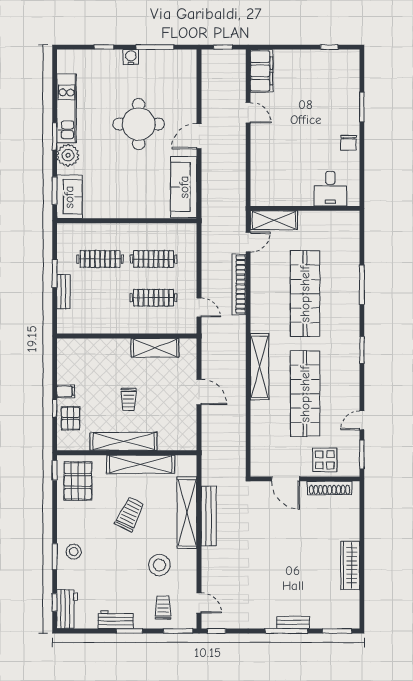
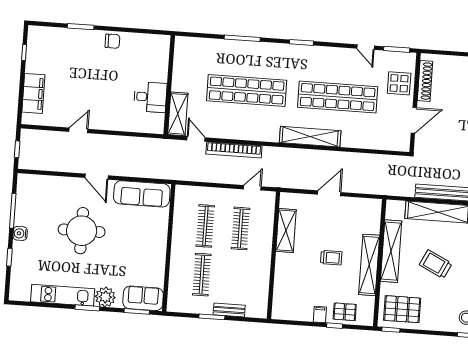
filing cabinet: (262, 71) -> (33, 93), moved, turned 90
desk: (330, 189) -> (150, 97), moved

